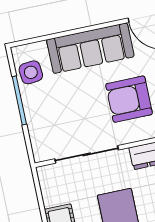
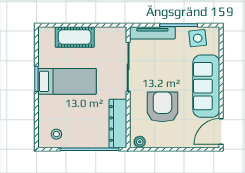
tv unit: (36, 132) -> (152, 33), added

